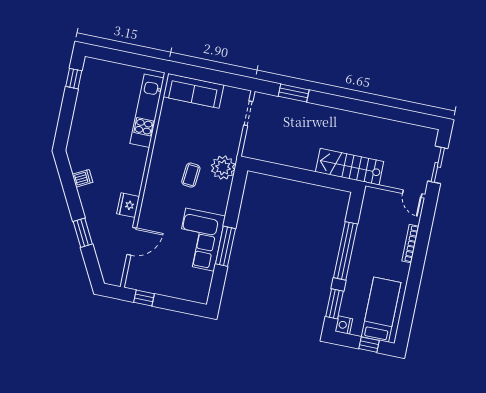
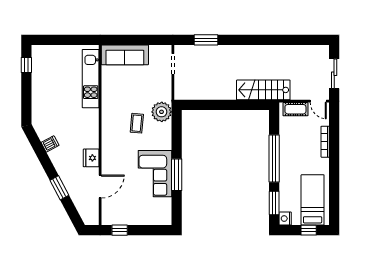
cot: (383, 198) -> (295, 109), added

